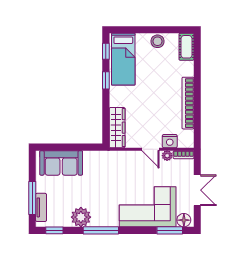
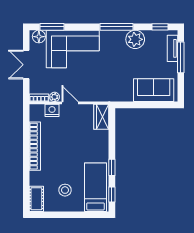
stool: (158, 41) -> (65, 190), moved
wardrobe: (117, 128) -> (101, 117), width x0.67

